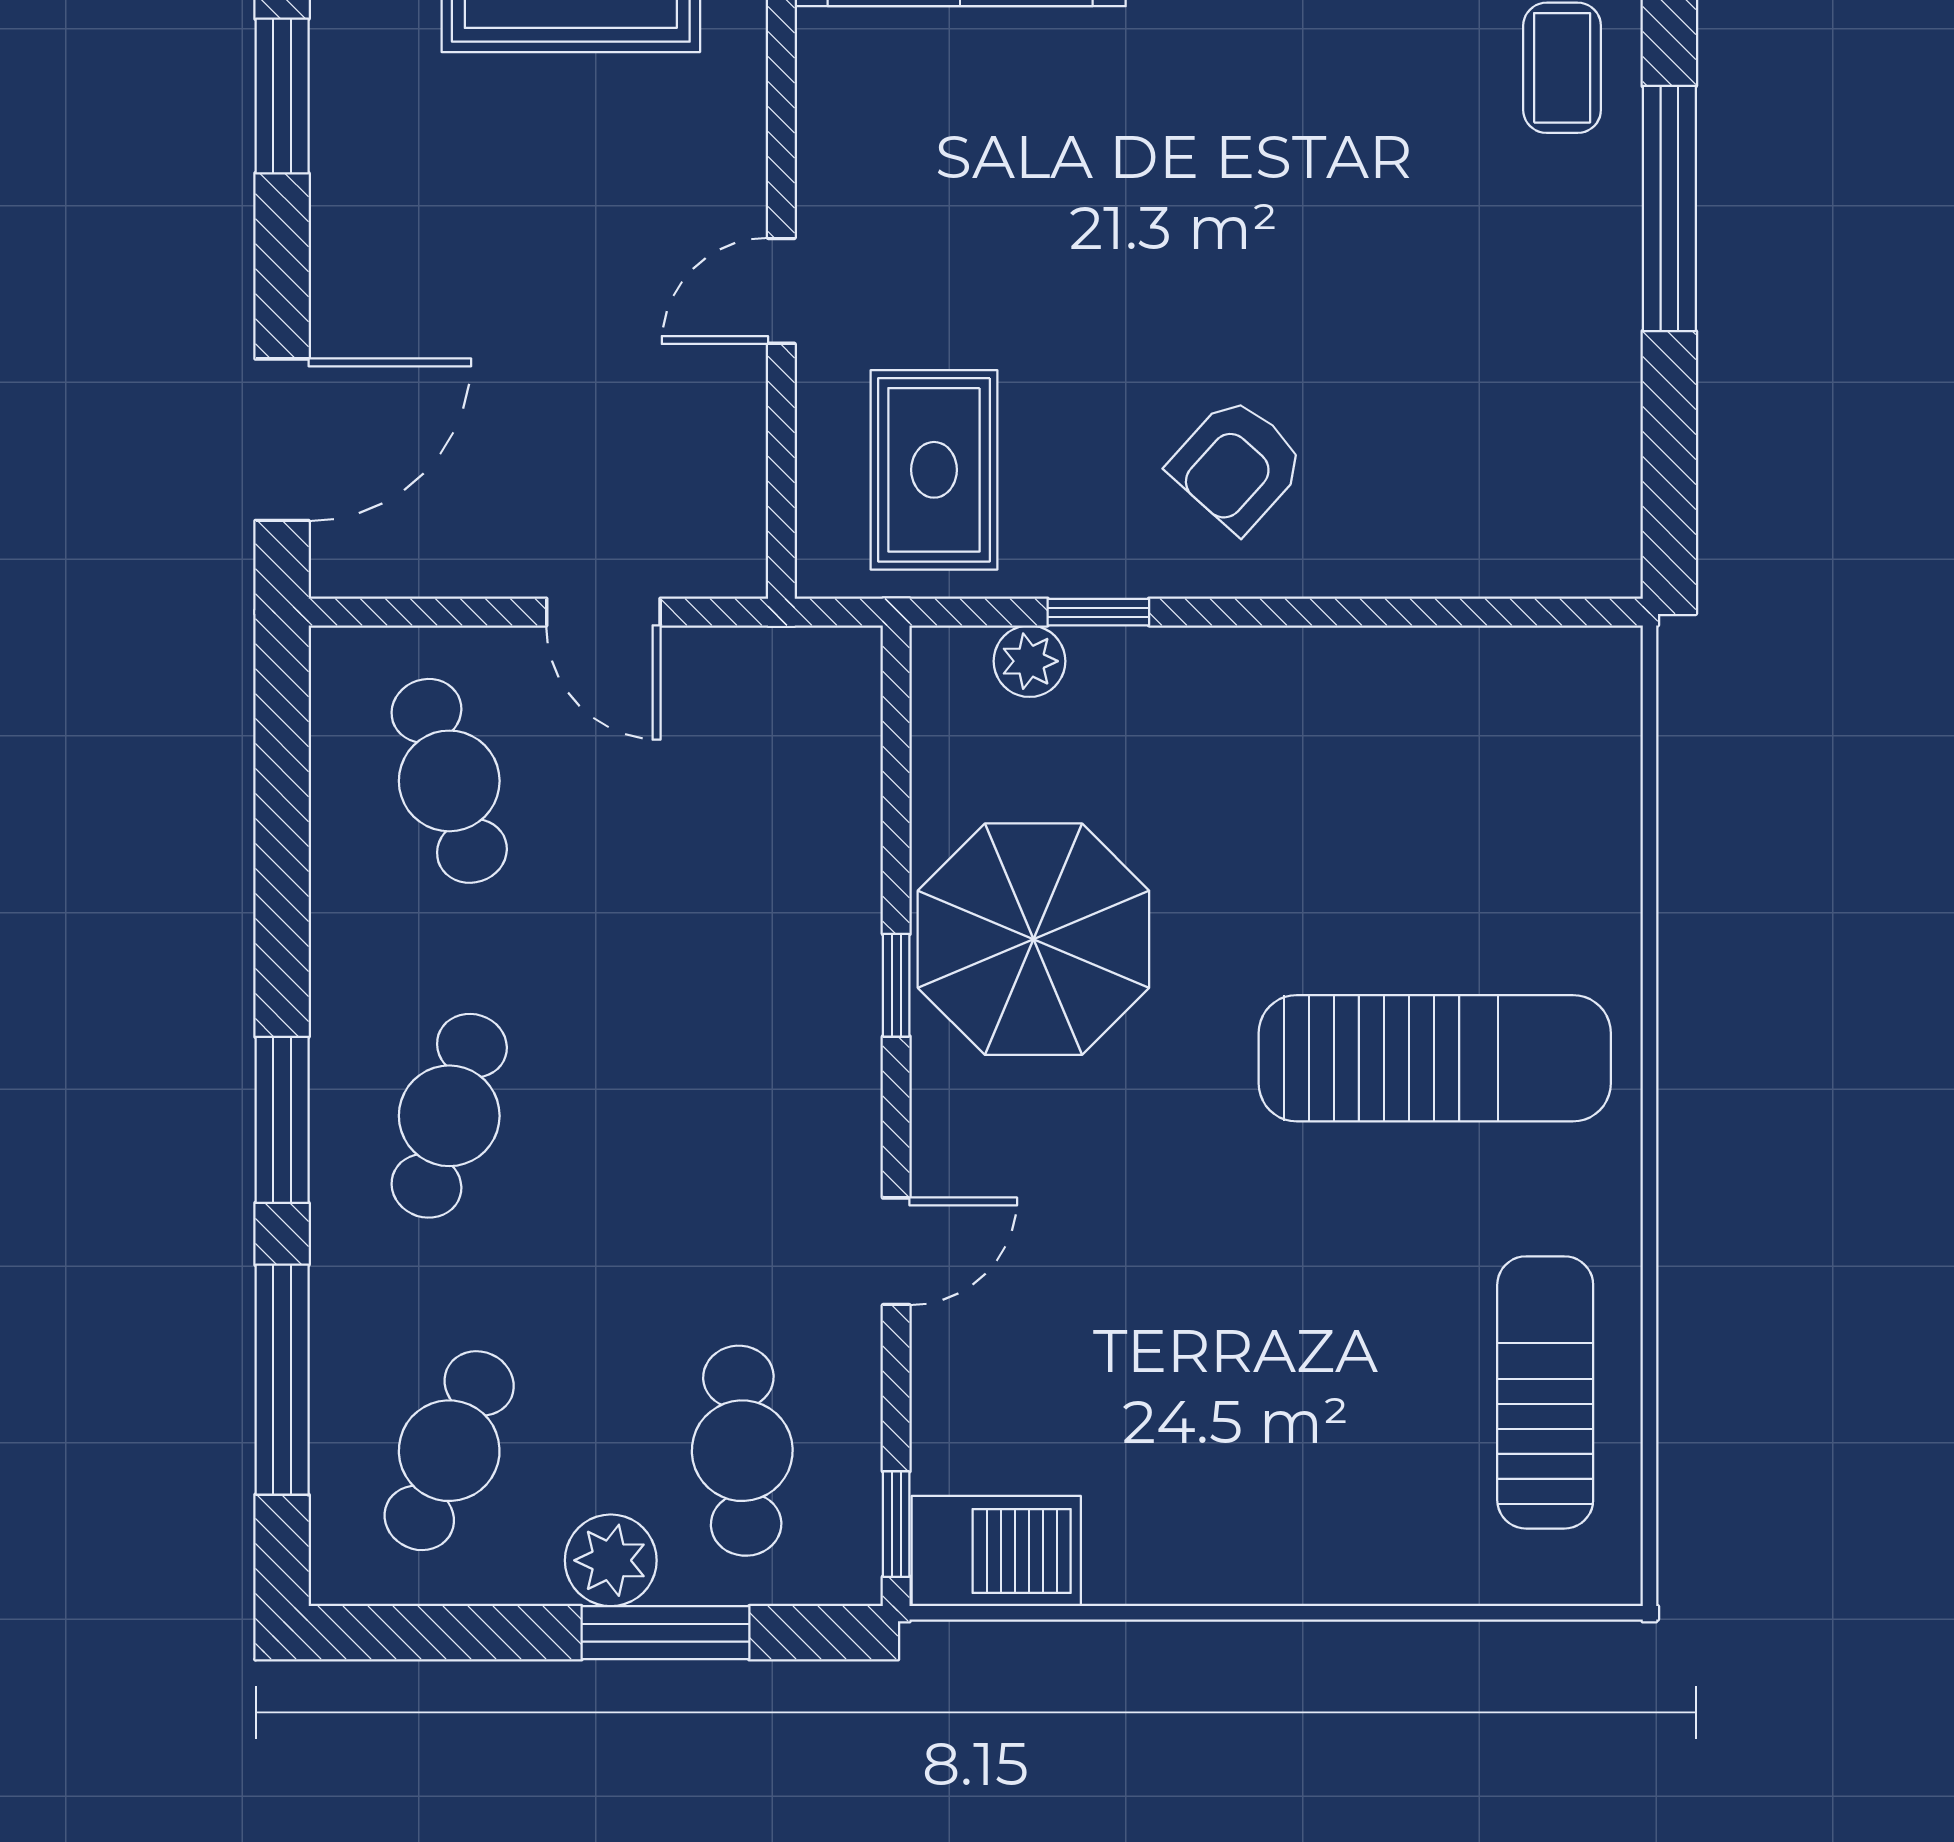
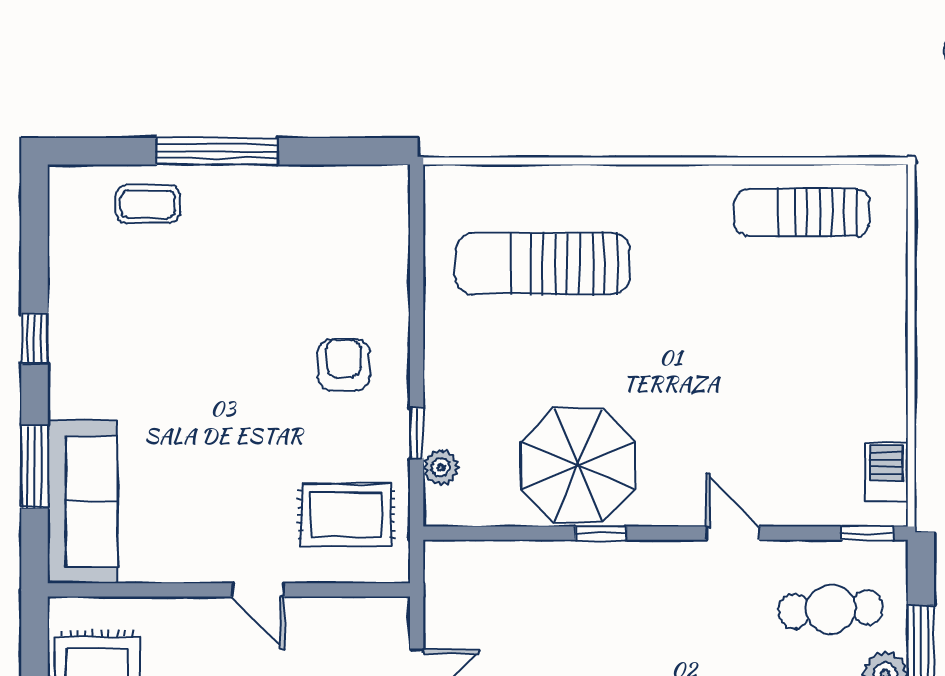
armchair: (1237, 465) -> (344, 365), turned -132
sun lounger: (1435, 1058) -> (543, 264), moved, turned -90
barbecue: (996, 1551) -> (886, 472), width x0.73, depth x0.79

